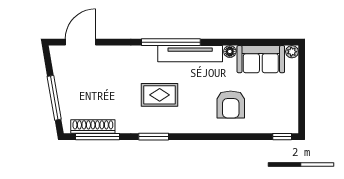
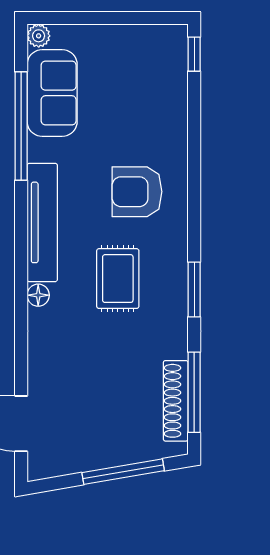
window: (171, 42) -> (21, 126), moved
floor lamp: (230, 52) -> (38, 295), moved
armchair: (231, 104) -> (137, 192), moved, turned 180

